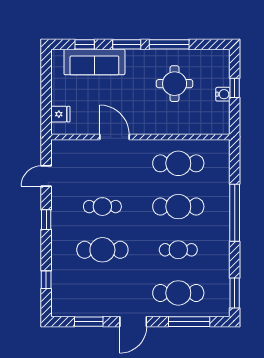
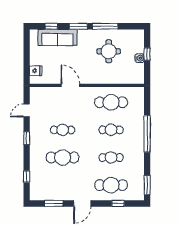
cafe table: (178, 207) -> (111, 130), width x0.73, depth x0.74
window: (189, 322) -> (118, 203), width x0.46

